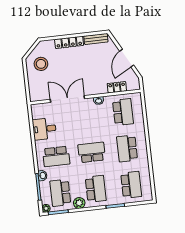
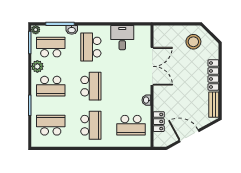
school desk: (127, 148) -> (91, 125), turned 90
school desk: (131, 185) -> (51, 125), turned 180

